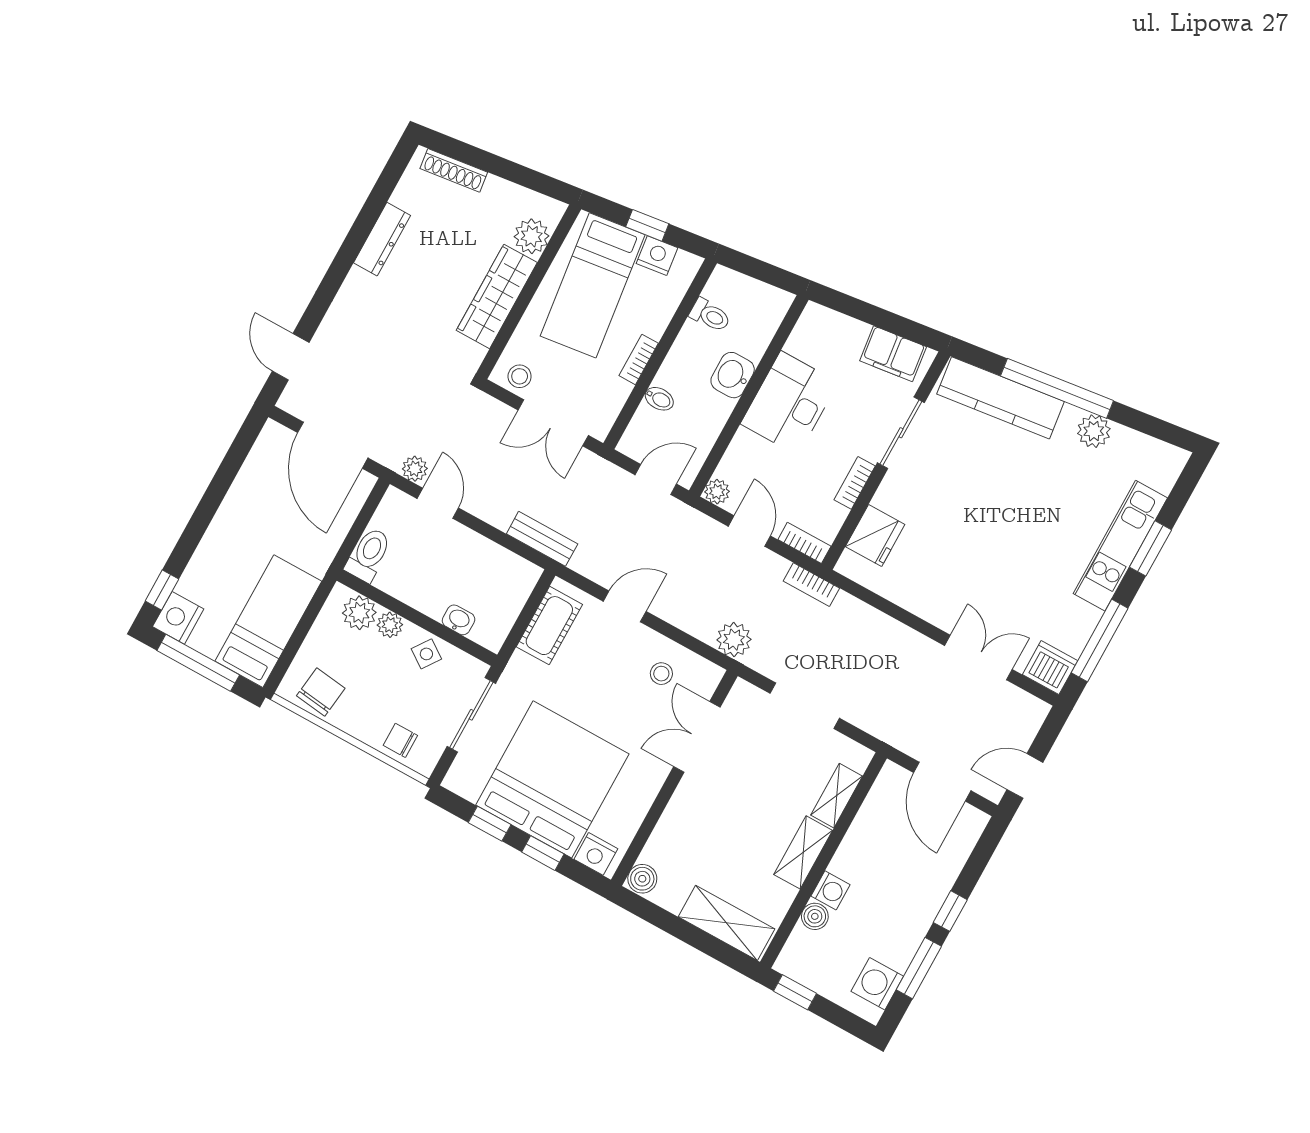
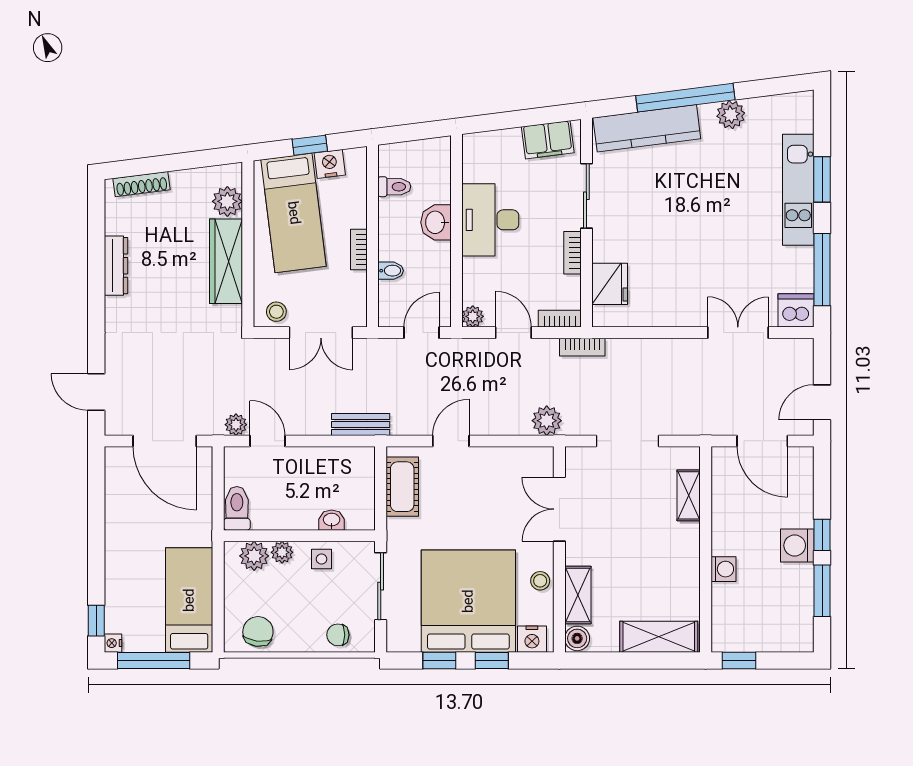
nightstand: (178, 618) -> (113, 643), width x0.53, depth x0.56
side table: (426, 654) -> (322, 559), turned -35
stool: (661, 674) -> (540, 581), moved
shelving: (803, 852) -> (578, 595), moved
boiler: (815, 916) -> (722, 595), removed
washing machine: (877, 984) -> (797, 545), moved

